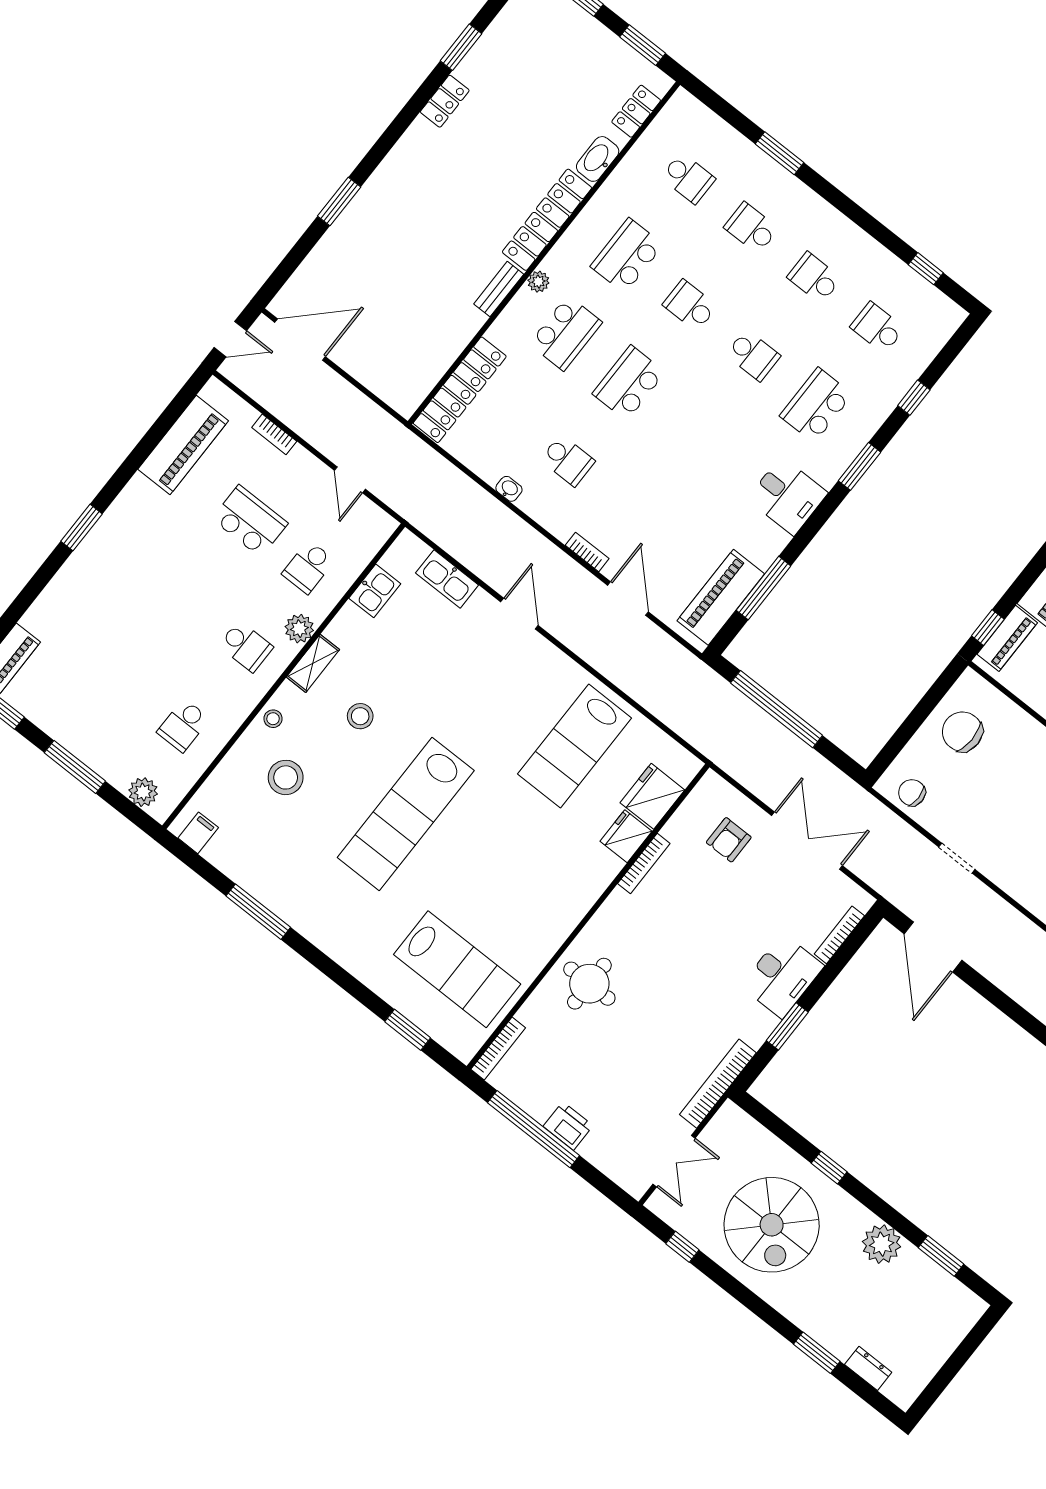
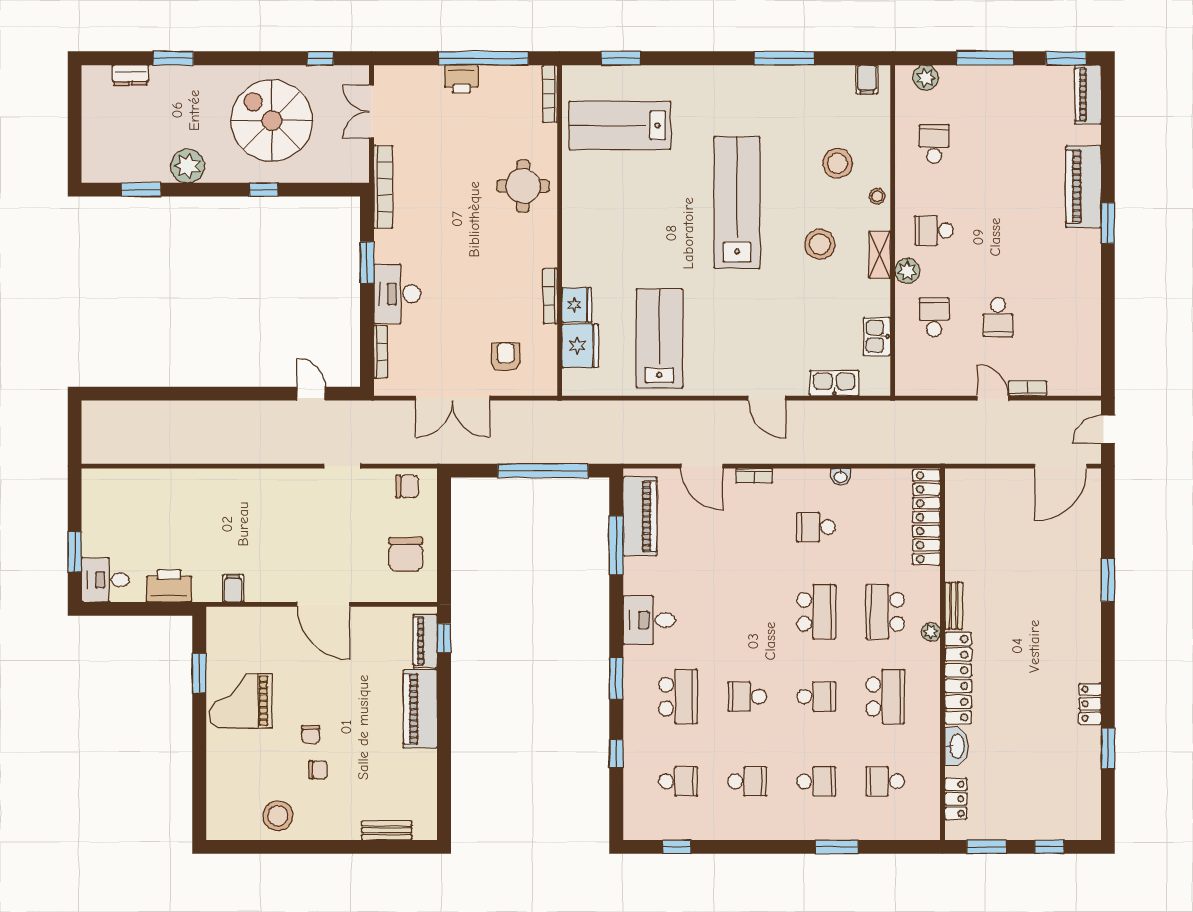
piano: (183, 445) -> (1083, 187), moved
door: (350, 480) -> (993, 398), moved
school desk: (250, 521) -> (998, 317), width x0.54
stool: (360, 716) -> (820, 244), width x1.38, depth x1.38
chair: (962, 732) -> (406, 554), turned 89
door: (933, 947) -> (311, 394), width x0.53

